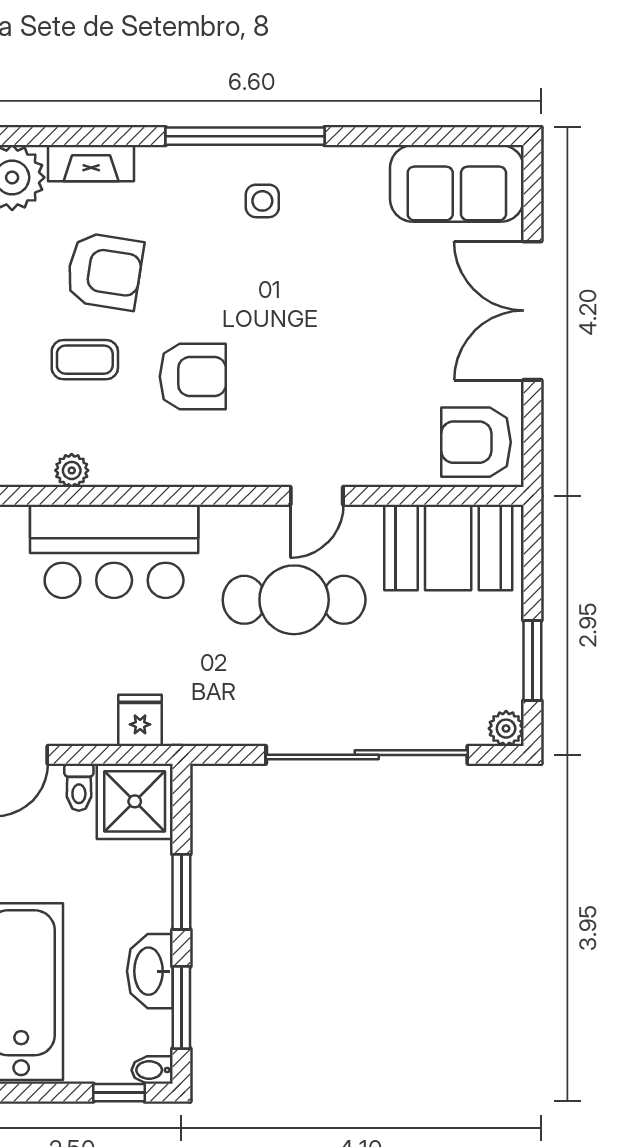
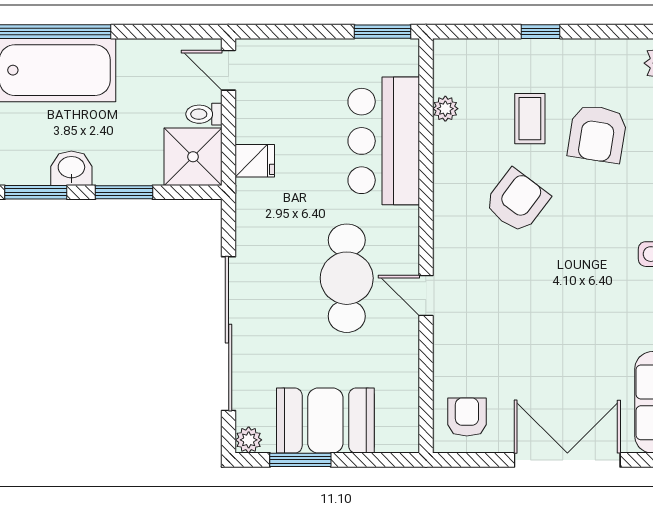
armchair: (193, 377) -> (517, 201), turned -143
armchair: (476, 442) -> (467, 417), width x0.72, depth x0.72
booth: (448, 548) -> (325, 421), moved, turned 90
washbasin: (150, 971) -> (71, 168), width x0.72

